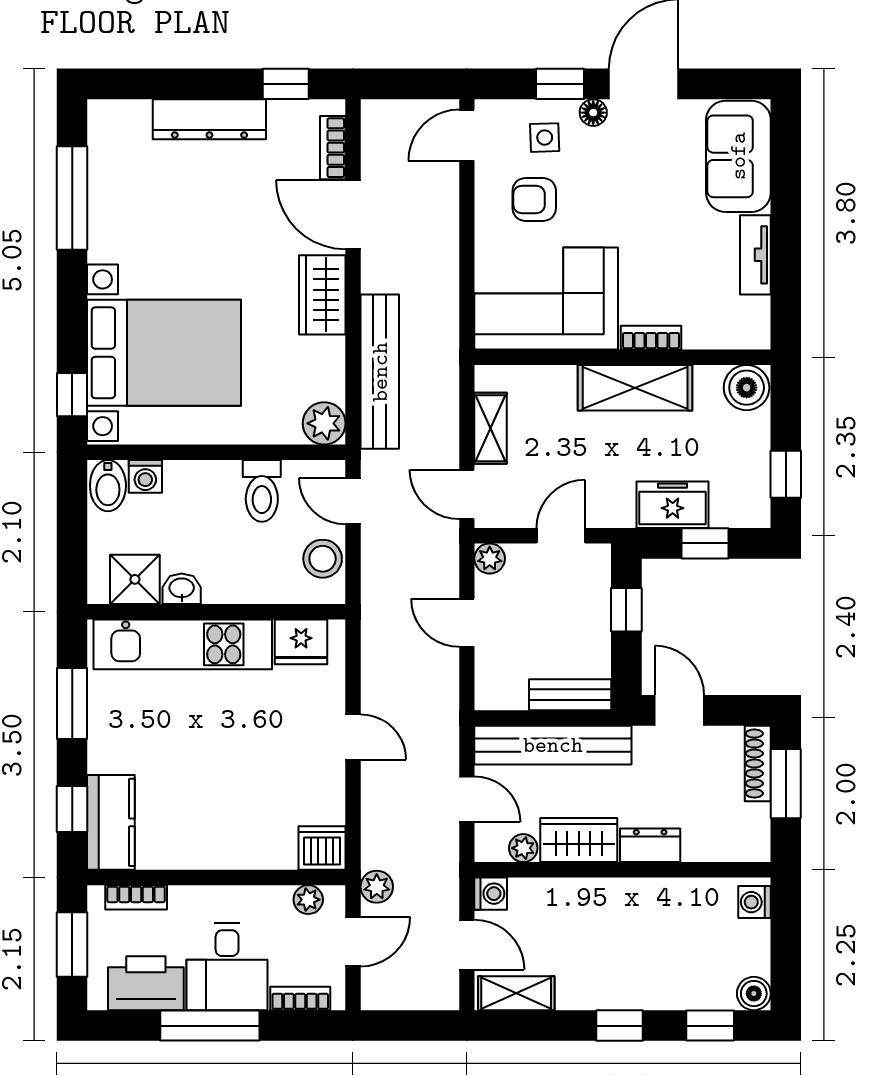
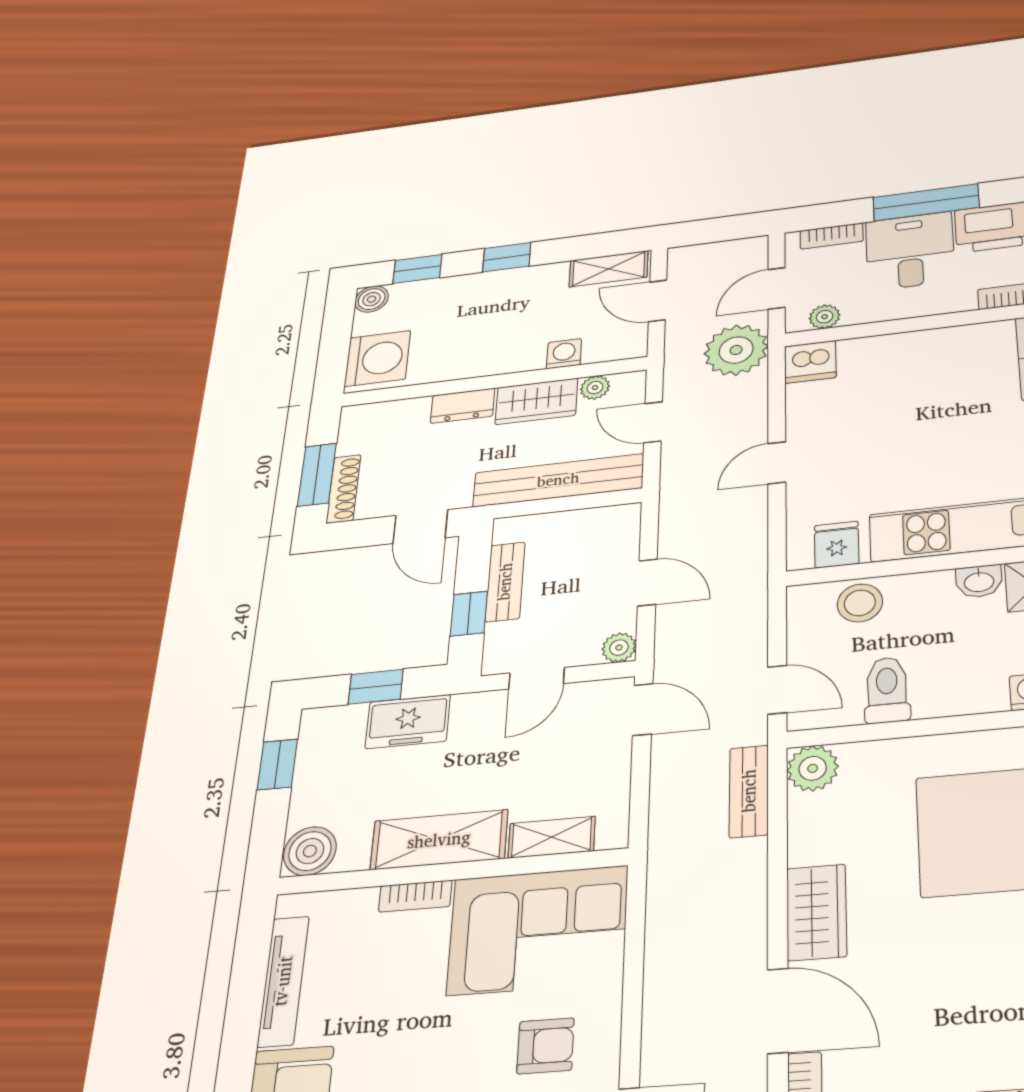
tv unit: (755, 255) -> (283, 981), width x1.41
bench: (380, 372) -> (749, 791), width x0.54, depth x0.82
shelving: (491, 428) -> (552, 837), moved, turned 90
stool: (323, 559) -> (860, 603), moved
fridge: (301, 642) -> (837, 545), width x0.72
bench: (570, 695) -> (505, 582), moved, turned 90
door: (353, 737) -> (777, 463), hinge flipped
plant: (377, 887) -> (736, 350), width x1.87, depth x1.87
washing machine: (491, 894) -> (564, 354), moved, turned 90
washing machine: (755, 902) -> (377, 358), width x1.89, depth x1.89

